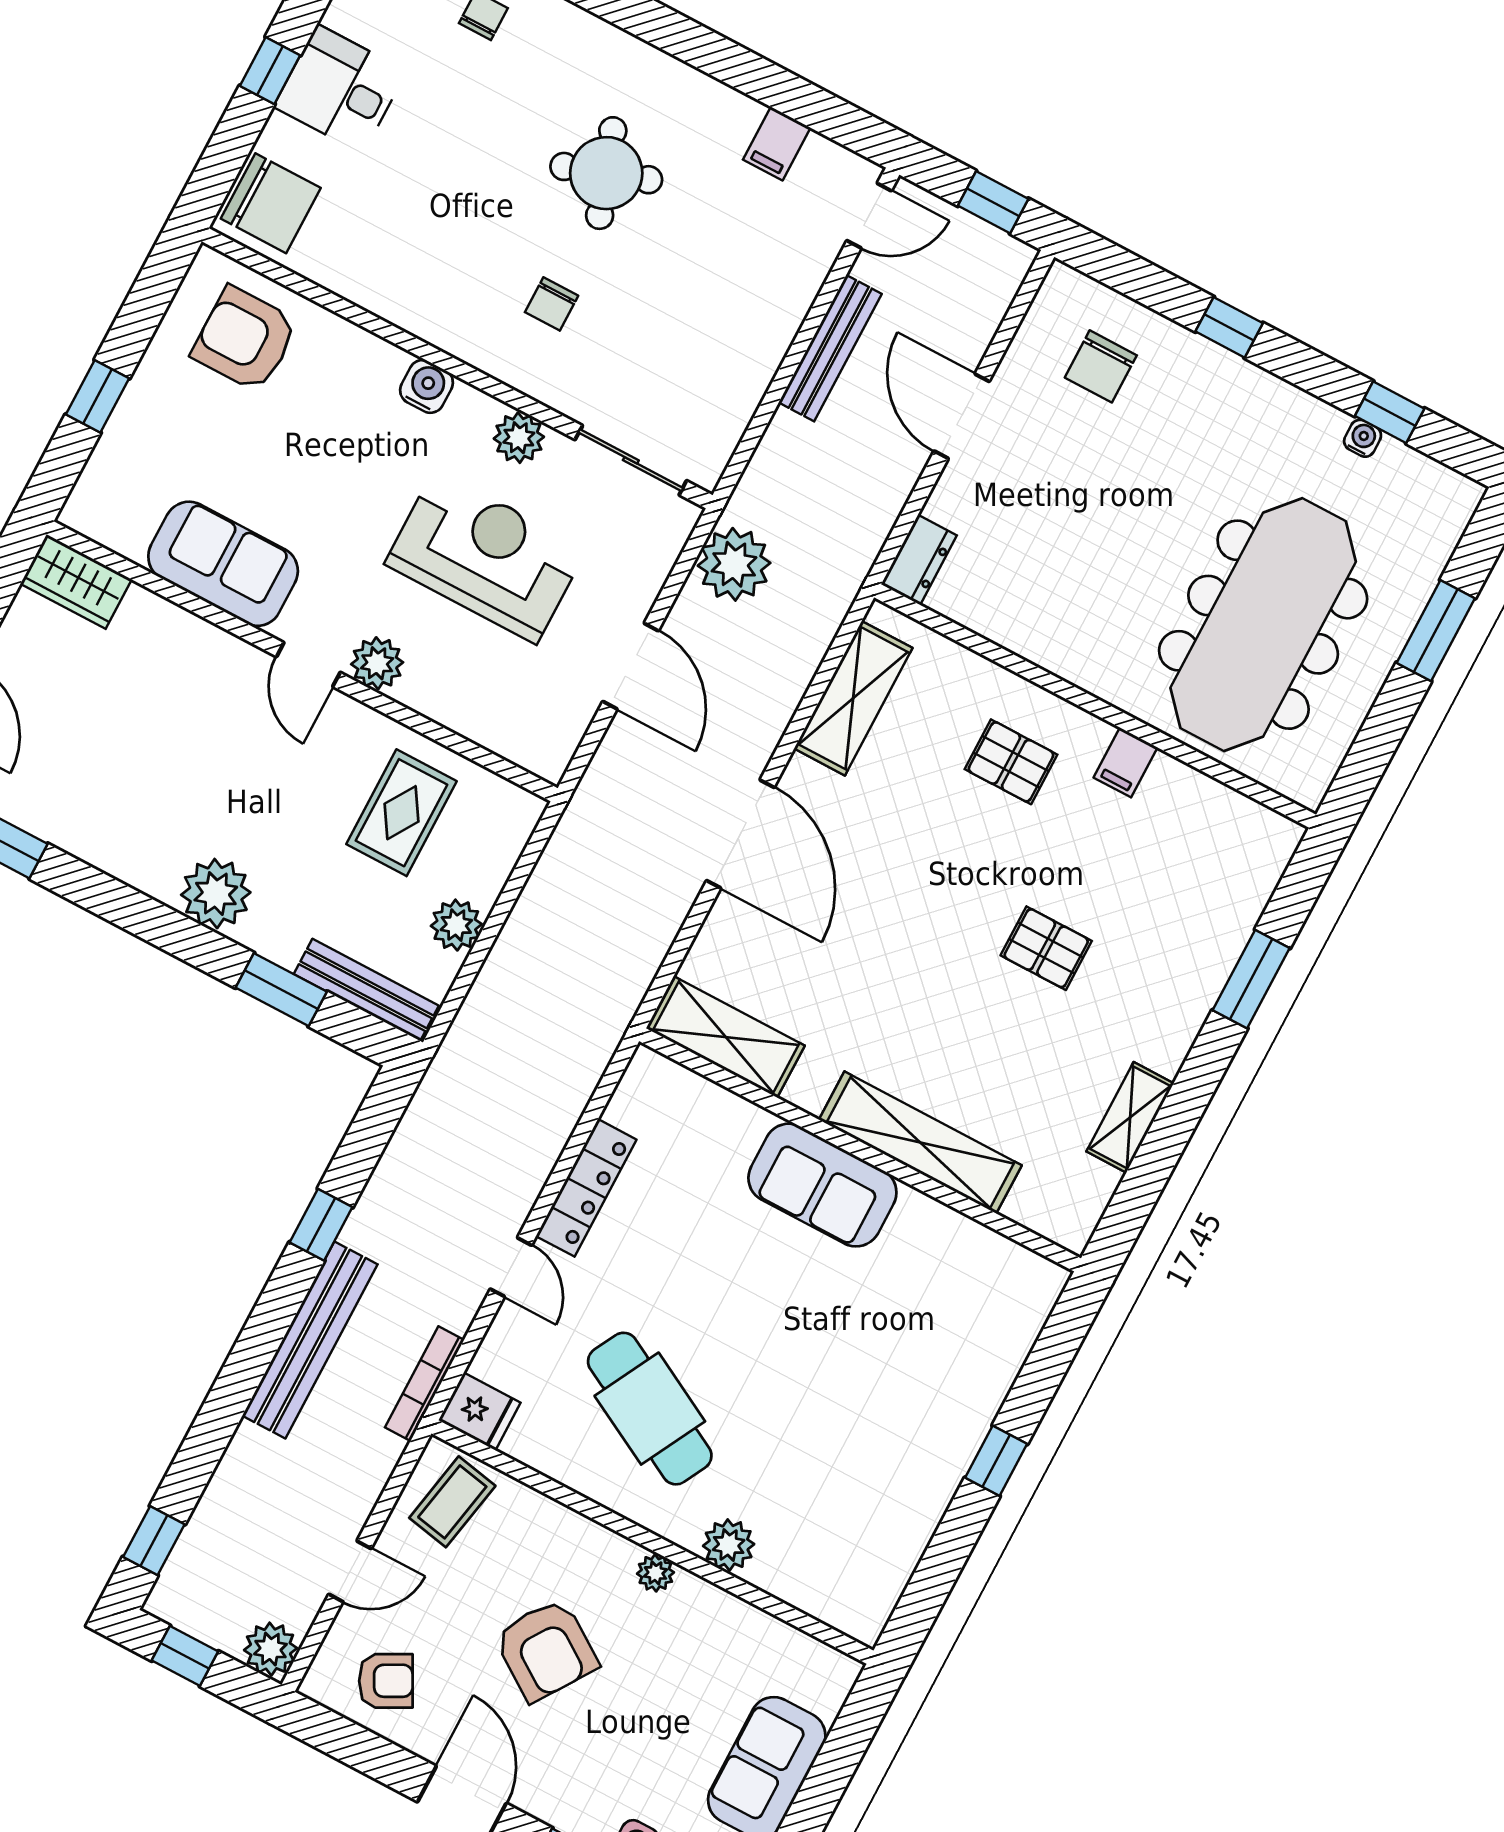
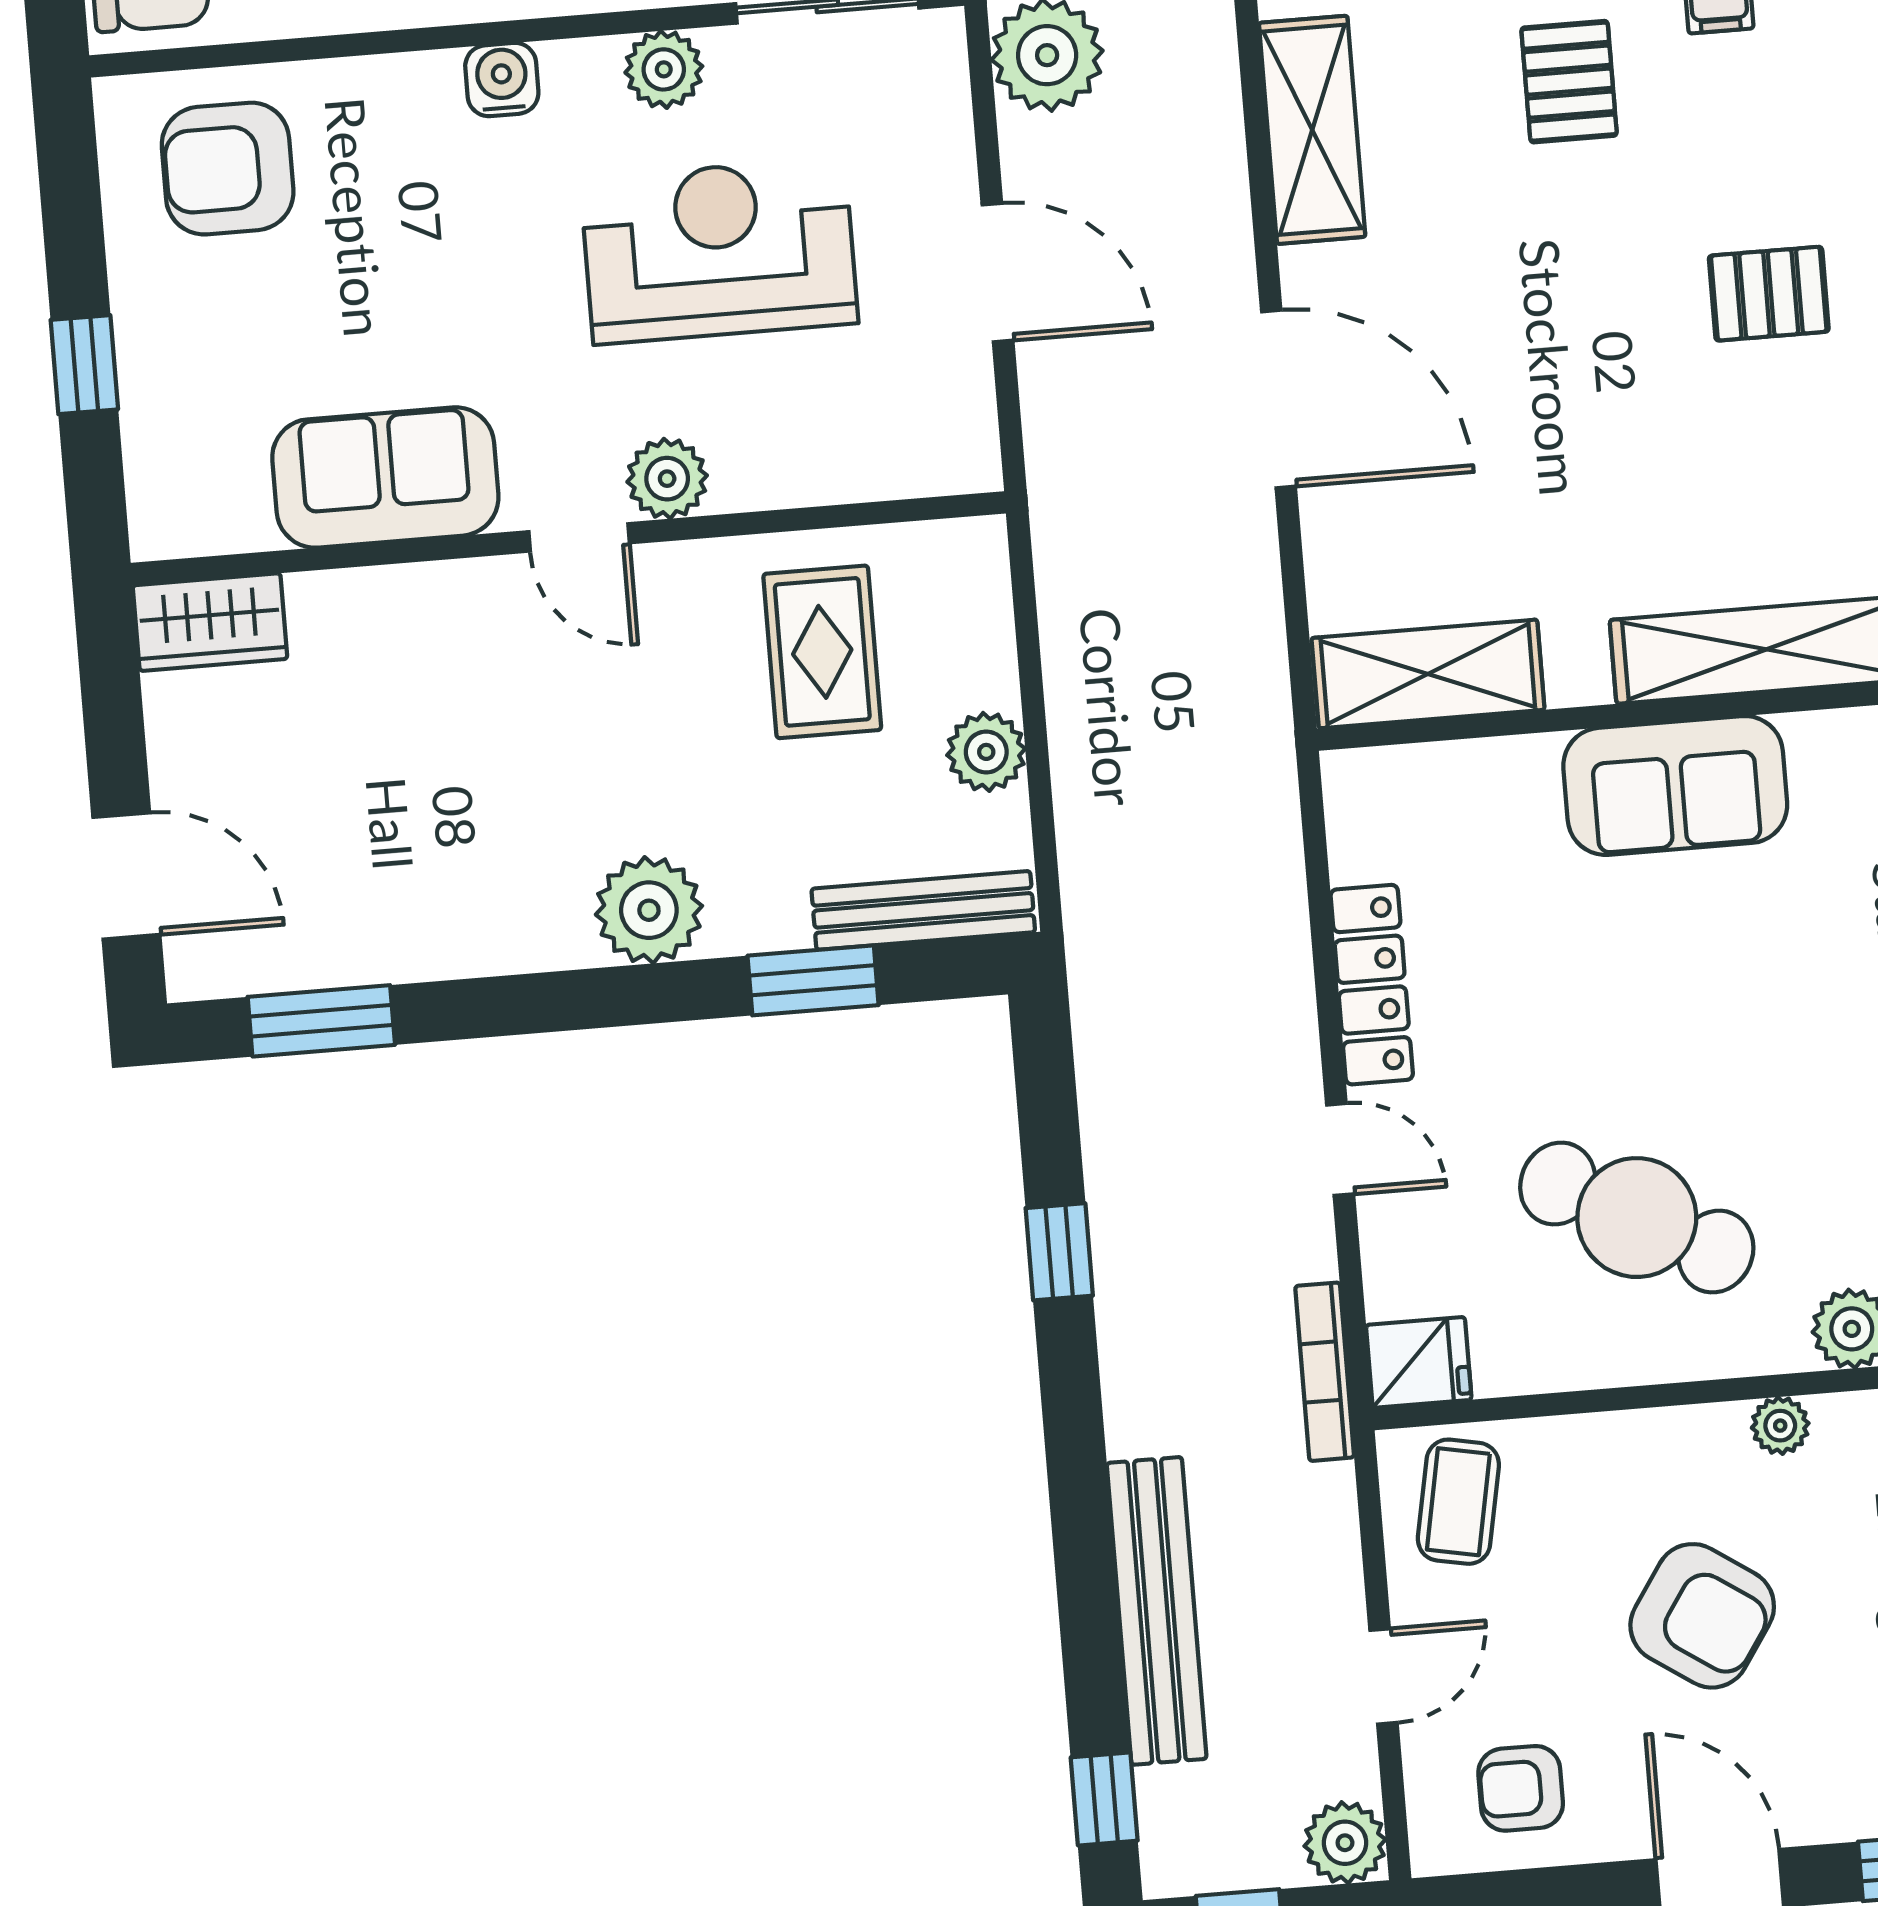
pallet: (1011, 762) -> (1569, 82), turned 90
bench: (310, 1340) -> (1157, 1611), moved
armchair: (386, 1681) -> (1521, 1788), turned -152

